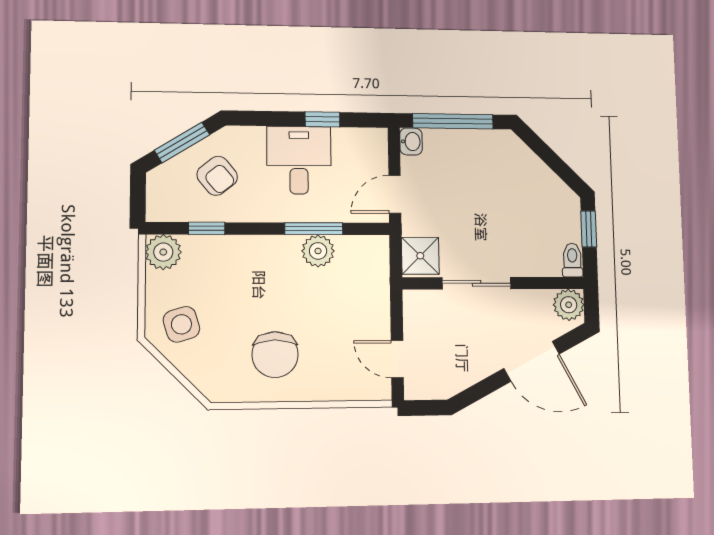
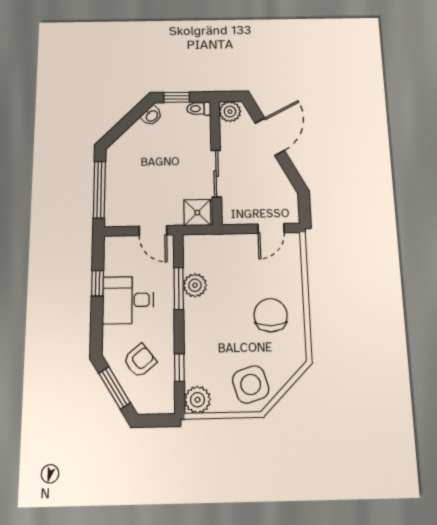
washbasin: (411, 141) -> (152, 116), moved, turned 135
side table: (181, 324) -> (251, 384), width x1.37, depth x1.37
chair: (275, 355) -> (271, 315), turned -90

